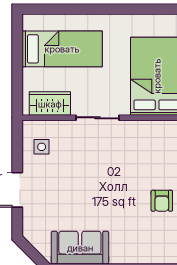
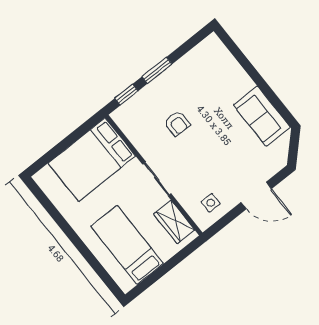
armchair: (162, 201) -> (177, 123), moved, turned 90

